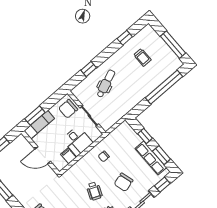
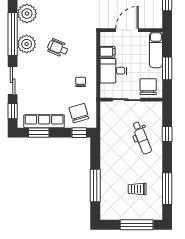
window: (125, 38) -> (167, 189), width x2.17
window: (173, 45) -> (137, 225), moved
window: (164, 87) -> (95, 185), width x0.68
window: (35, 116) -> (167, 68), moved
window: (145, 136) -> (79, 133), moved
chair: (123, 182) -> (79, 113), moved

